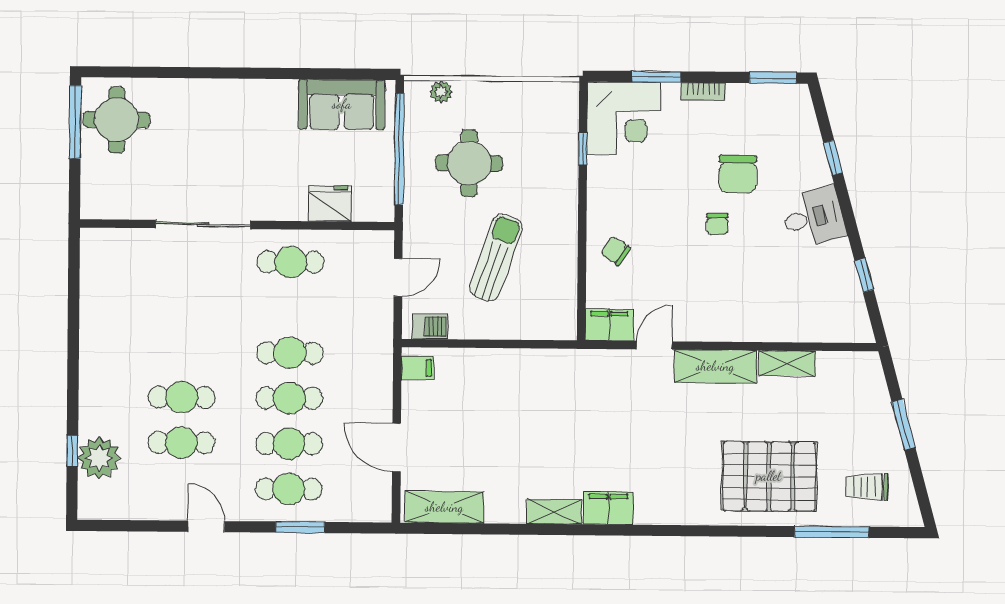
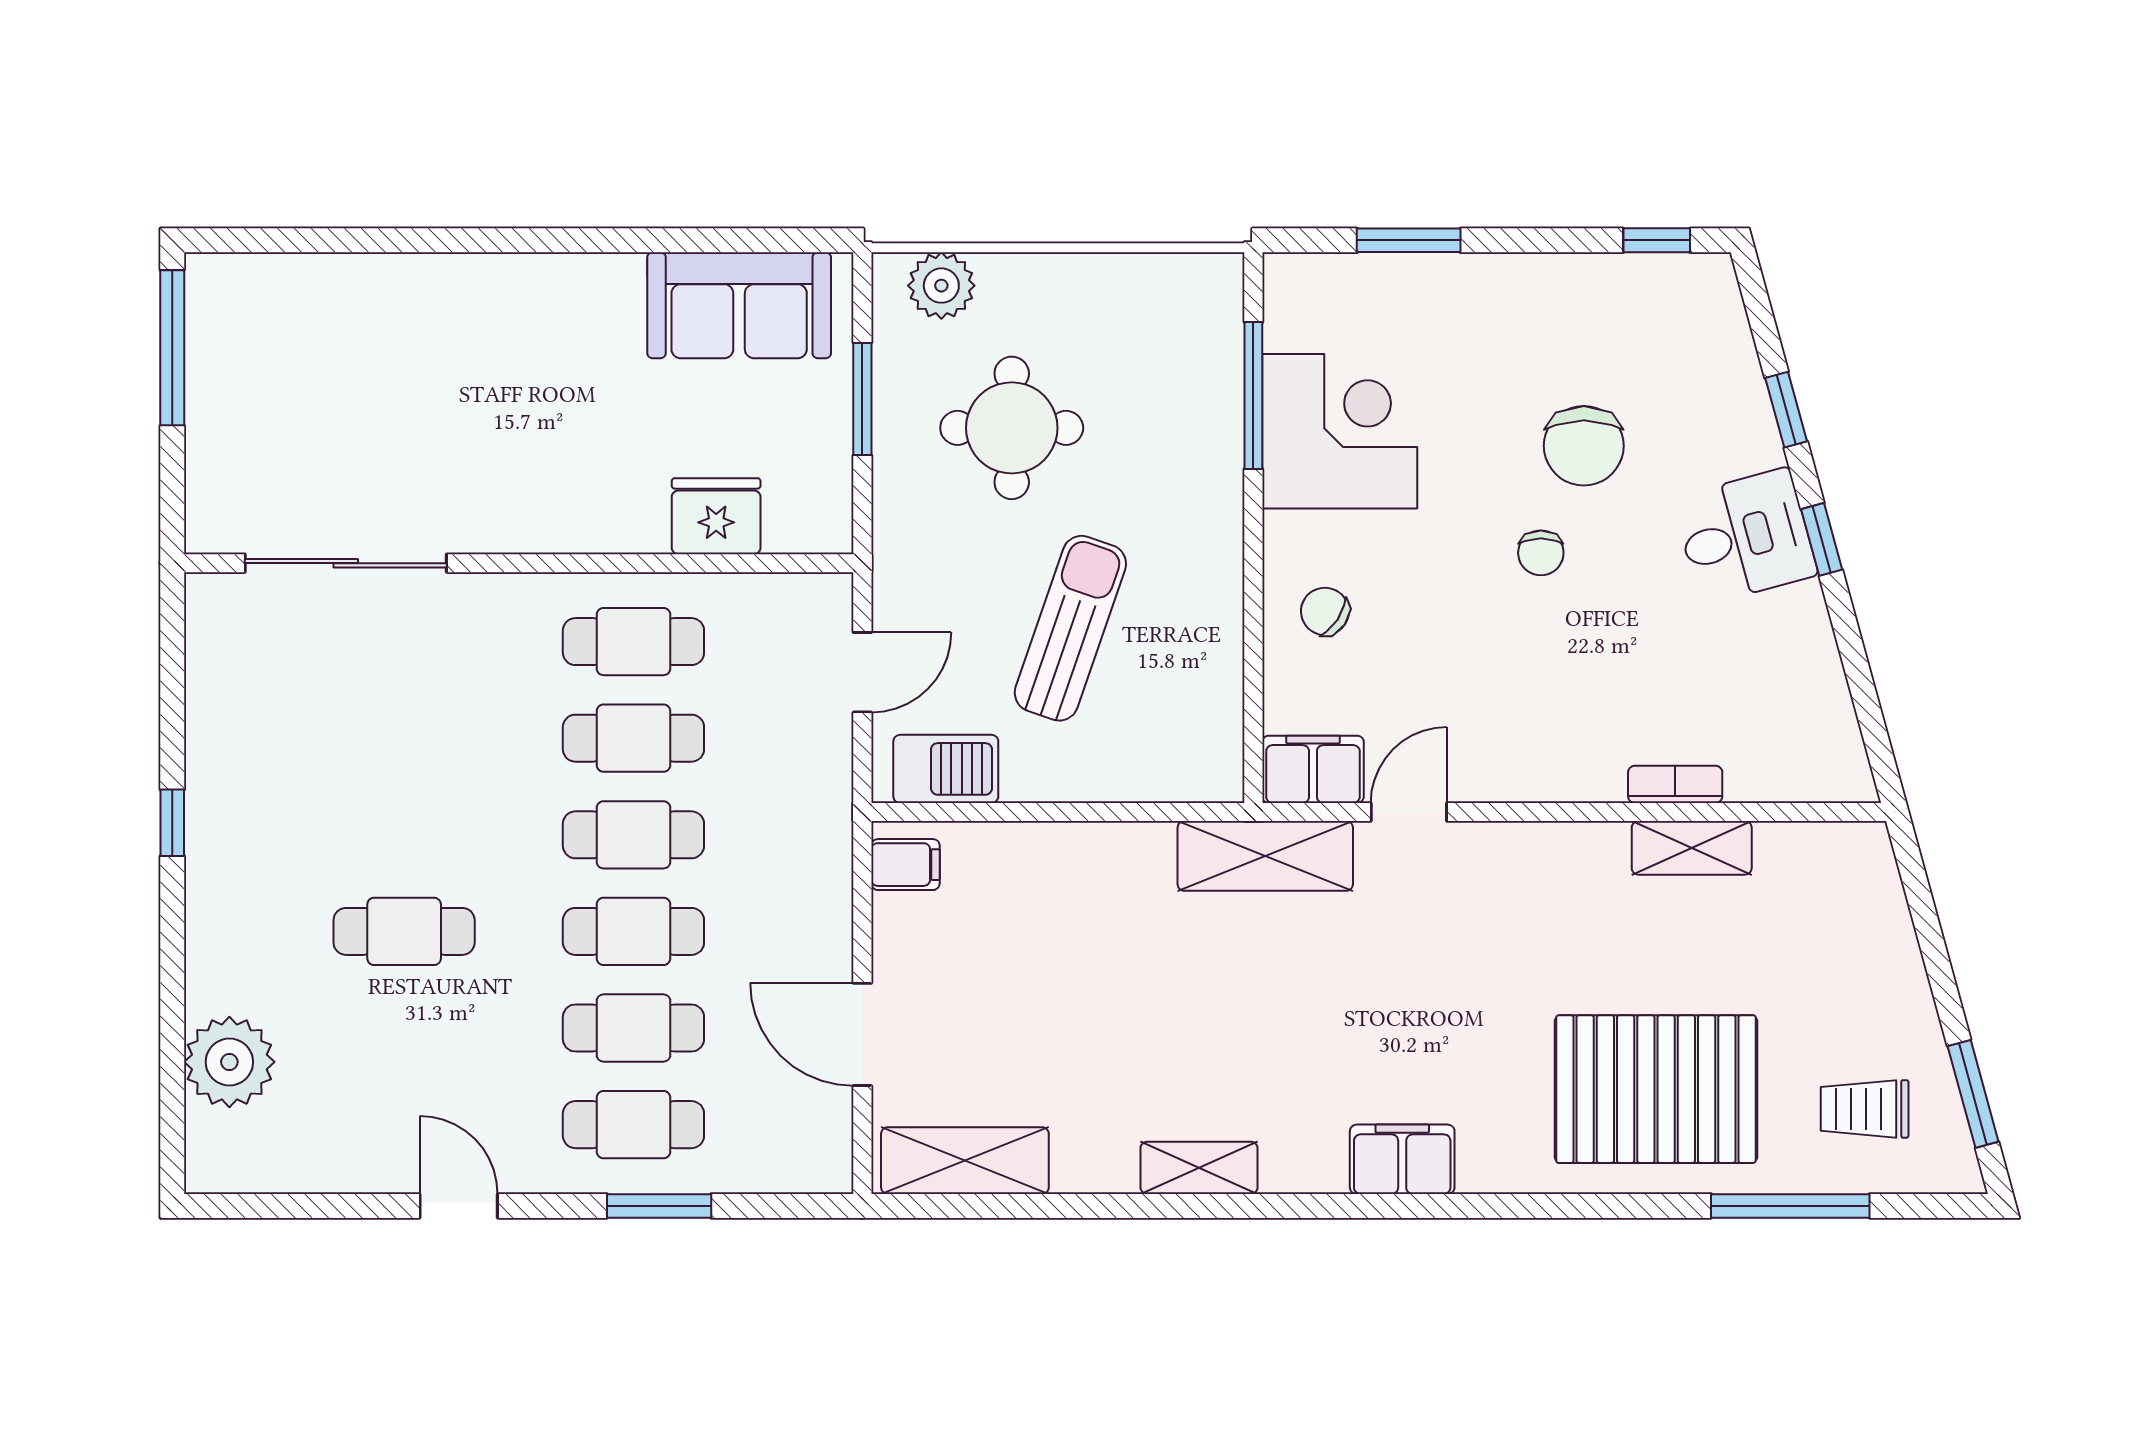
window: (773, 78) -> (1657, 240), width x0.67
plant: (441, 92) -> (941, 286), width x1.38, depth x1.38
bookcase: (703, 92) -> (1675, 784), moved, turned 180
corner desk: (624, 118) -> (1340, 431), moved, turned -90
round table: (117, 120) -> (260, 342), removed
window: (399, 149) -> (862, 399), width x0.47
window: (583, 149) -> (1253, 395), width x2.17
sliding door: (203, 224) -> (346, 563), moved
window: (864, 275) -> (1822, 539), moved
barbecue: (430, 326) -> (946, 769), width x1.38, depth x1.27
shelving: (715, 366) -> (1265, 856), moved
window: (903, 424) -> (1973, 1094), moved
cafe table: (181, 443) -> (633, 738), moved
window: (72, 451) -> (172, 823), moved
filing cabinet: (608, 508) -> (1402, 1159), moved

